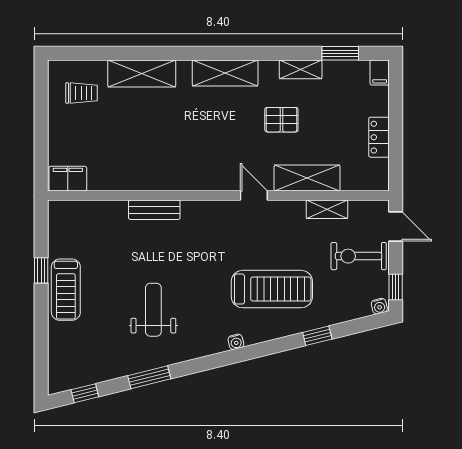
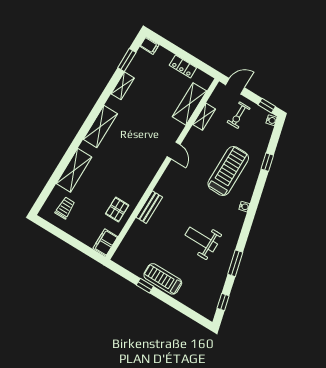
pallet: (281, 120) -> (117, 209), moved
shelving: (307, 178) -> (189, 104), moved
door: (254, 196) -> (174, 151), swing flipped
exercise bike: (359, 256) -> (239, 115), width x0.73, depth x0.72
treadmill: (66, 290) -> (163, 279), turned 180

